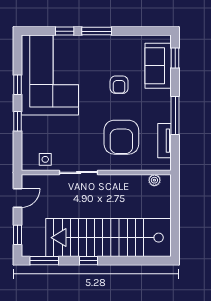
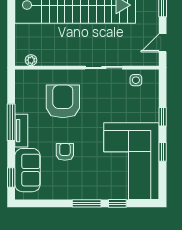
tv unit: (165, 141) -> (21, 131), moved

